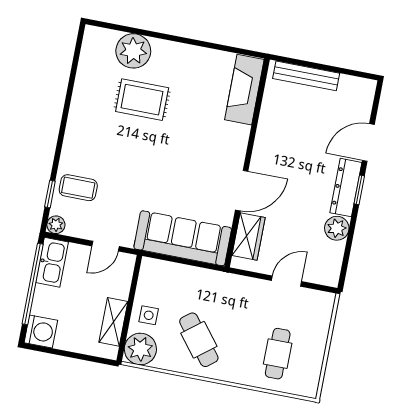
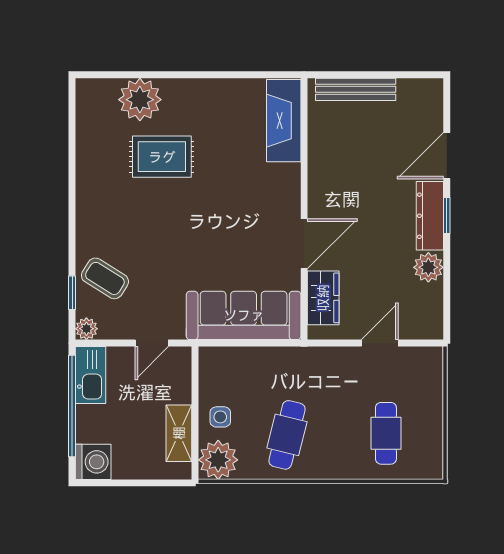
coffee table: (78, 188) -> (105, 278), turned 32
cafe table: (199, 340) -> (287, 435), turned 52

